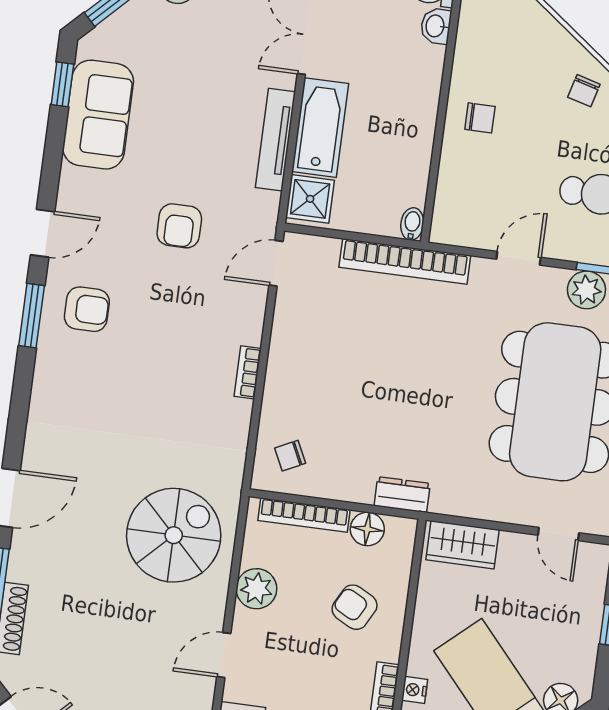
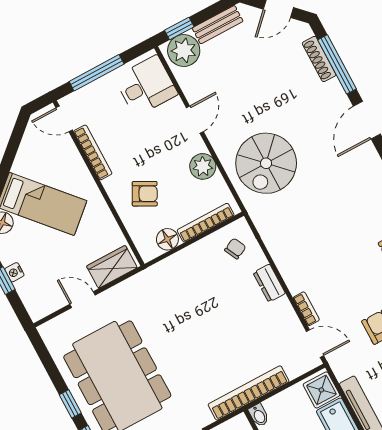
door: (276, 263) -> (315, 344), hinge flipped
bookcase: (248, 372) -> (306, 309), moved
dresser: (402, 495) -> (269, 283), moved, turned 90
door: (558, 534) -> (83, 300), moved
nightstand: (415, 690) -> (14, 272), moved, turned 180

